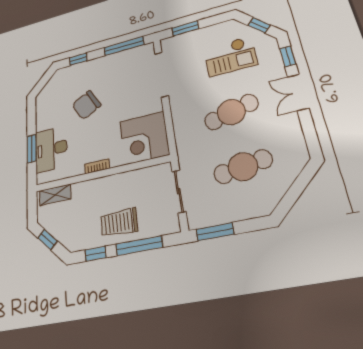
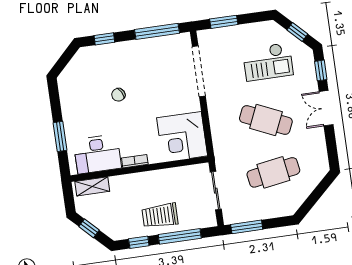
chair: (86, 105) -> (118, 95), width x0.54, depth x0.54
cafe table: (231, 112) -> (266, 120), turned 39
desk: (51, 149) -> (97, 154), moved, turned -90

